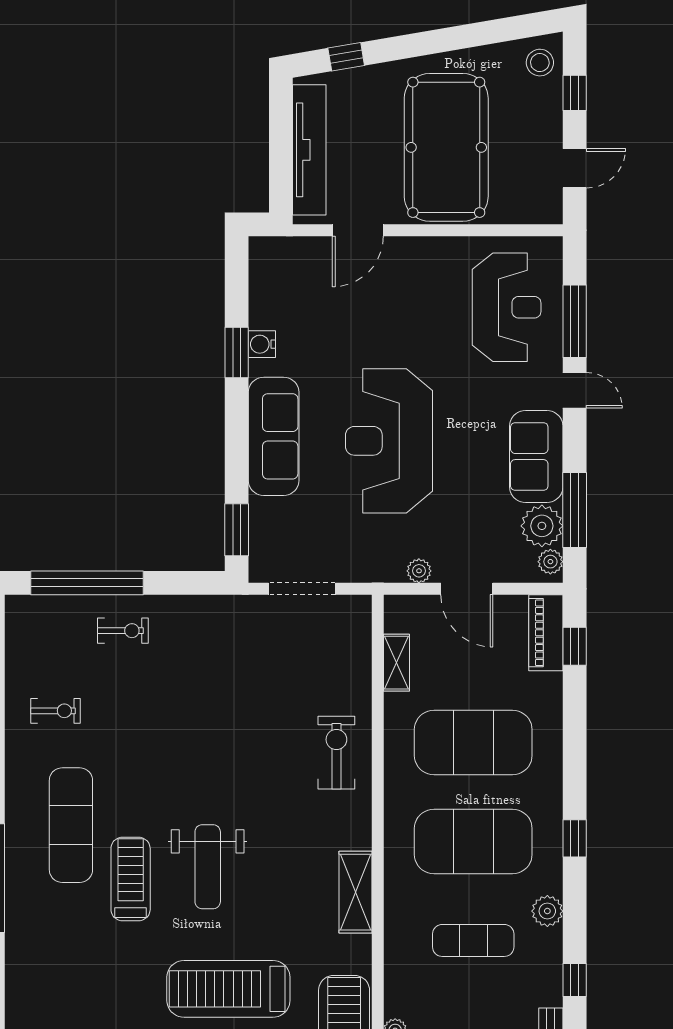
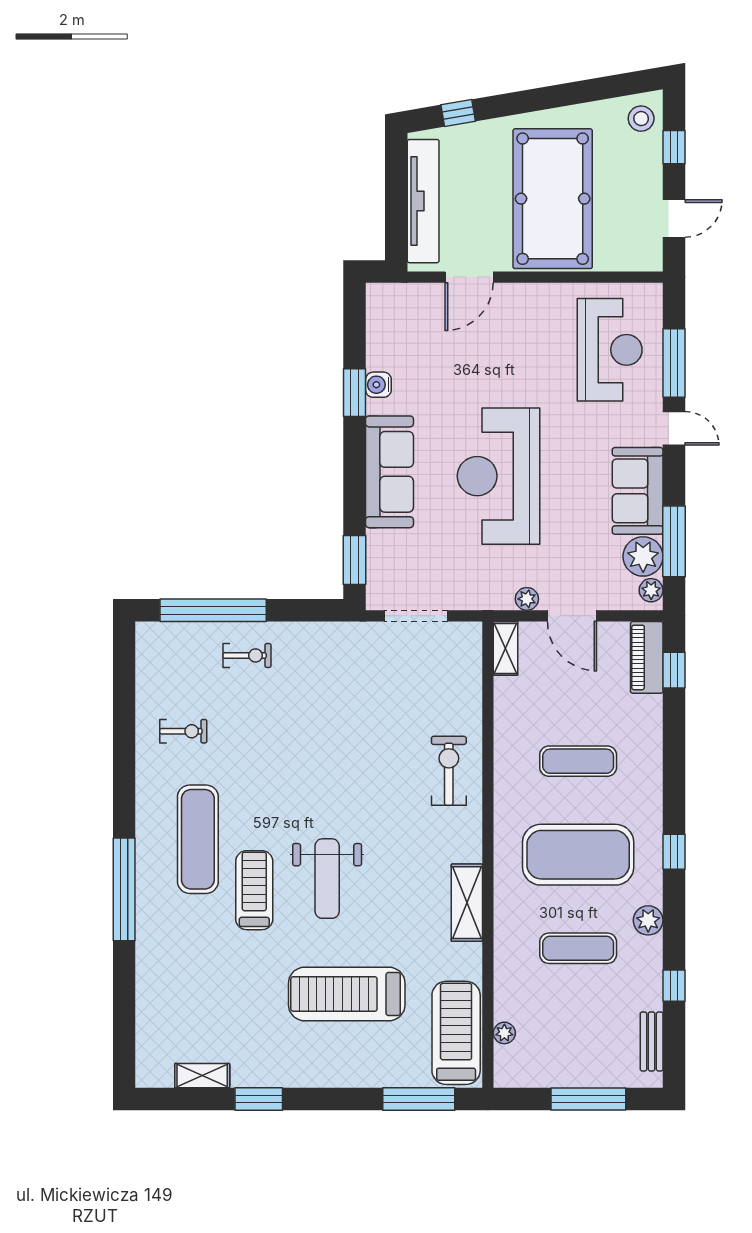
shelving: (396, 663) -> (506, 648), moved
exercise mat: (473, 742) -> (578, 761), width x0.50, depth x0.69

